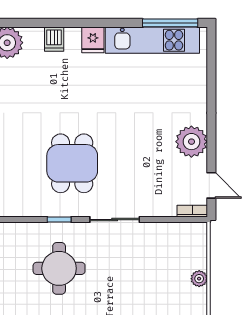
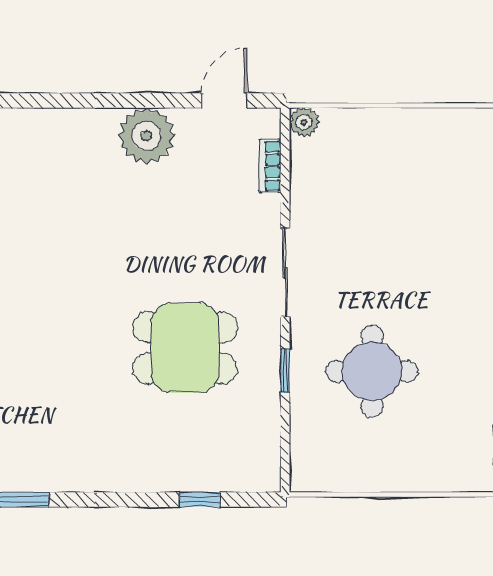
bookcase: (192, 211) -> (270, 166), moved
plant: (199, 279) -> (304, 122), moved

